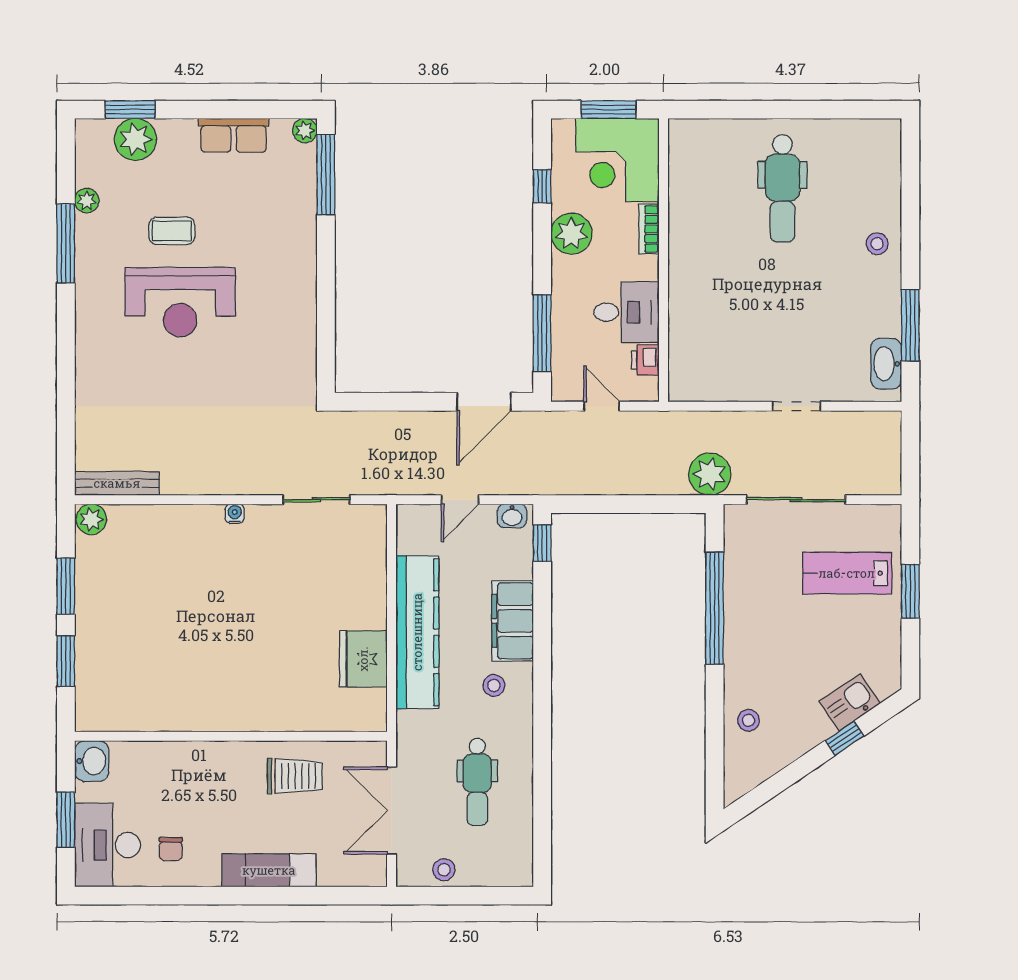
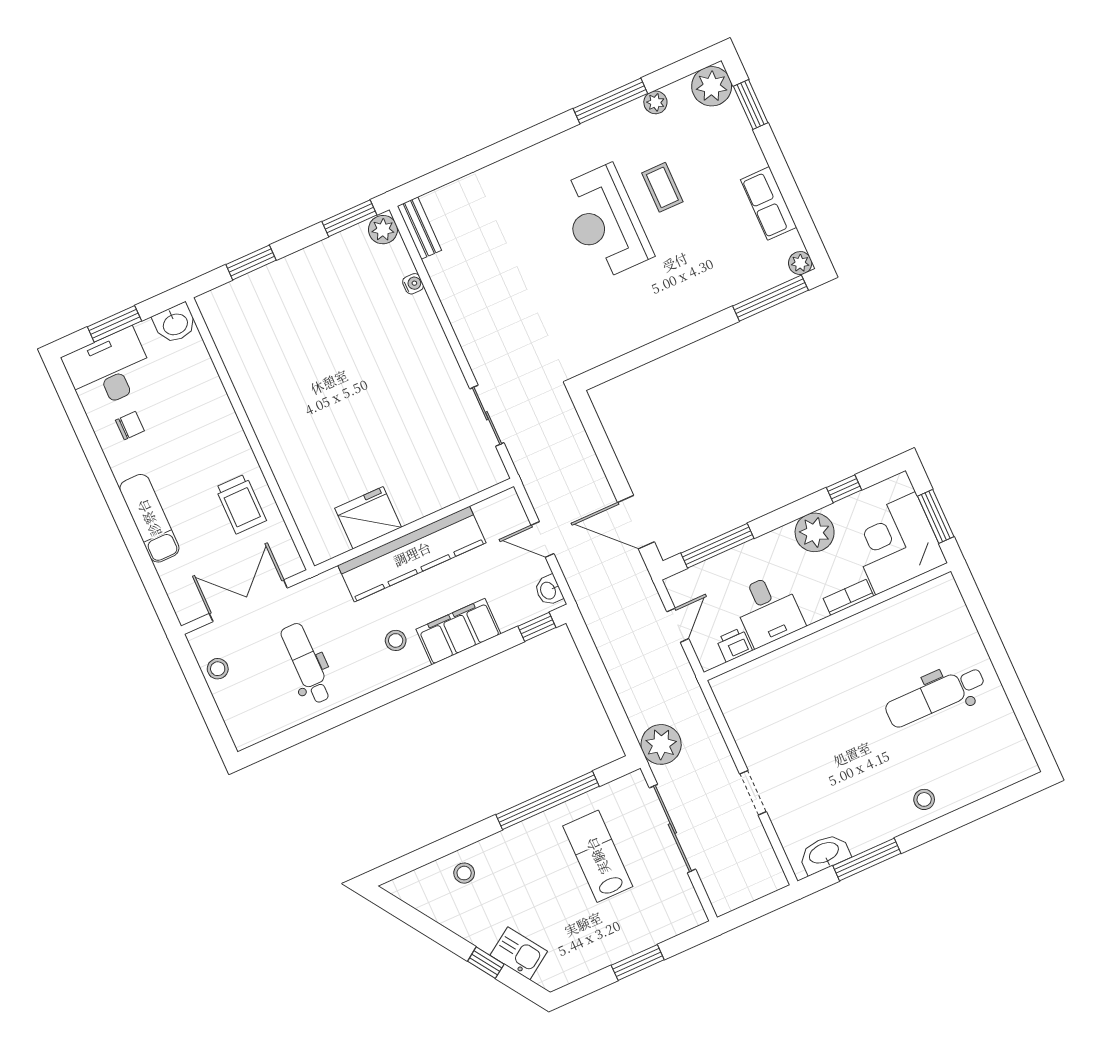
plant: (135, 139) -> (712, 86), moved
bench: (117, 483) -> (419, 228), width x0.73
water cooler: (235, 514) -> (413, 284), moved
lab bench: (847, 573) -> (598, 856), moved
window: (66, 586) -> (349, 218), moved
dental chair: (477, 782) -> (306, 663), turned 90
chair: (171, 849) -> (130, 425), turned 180

